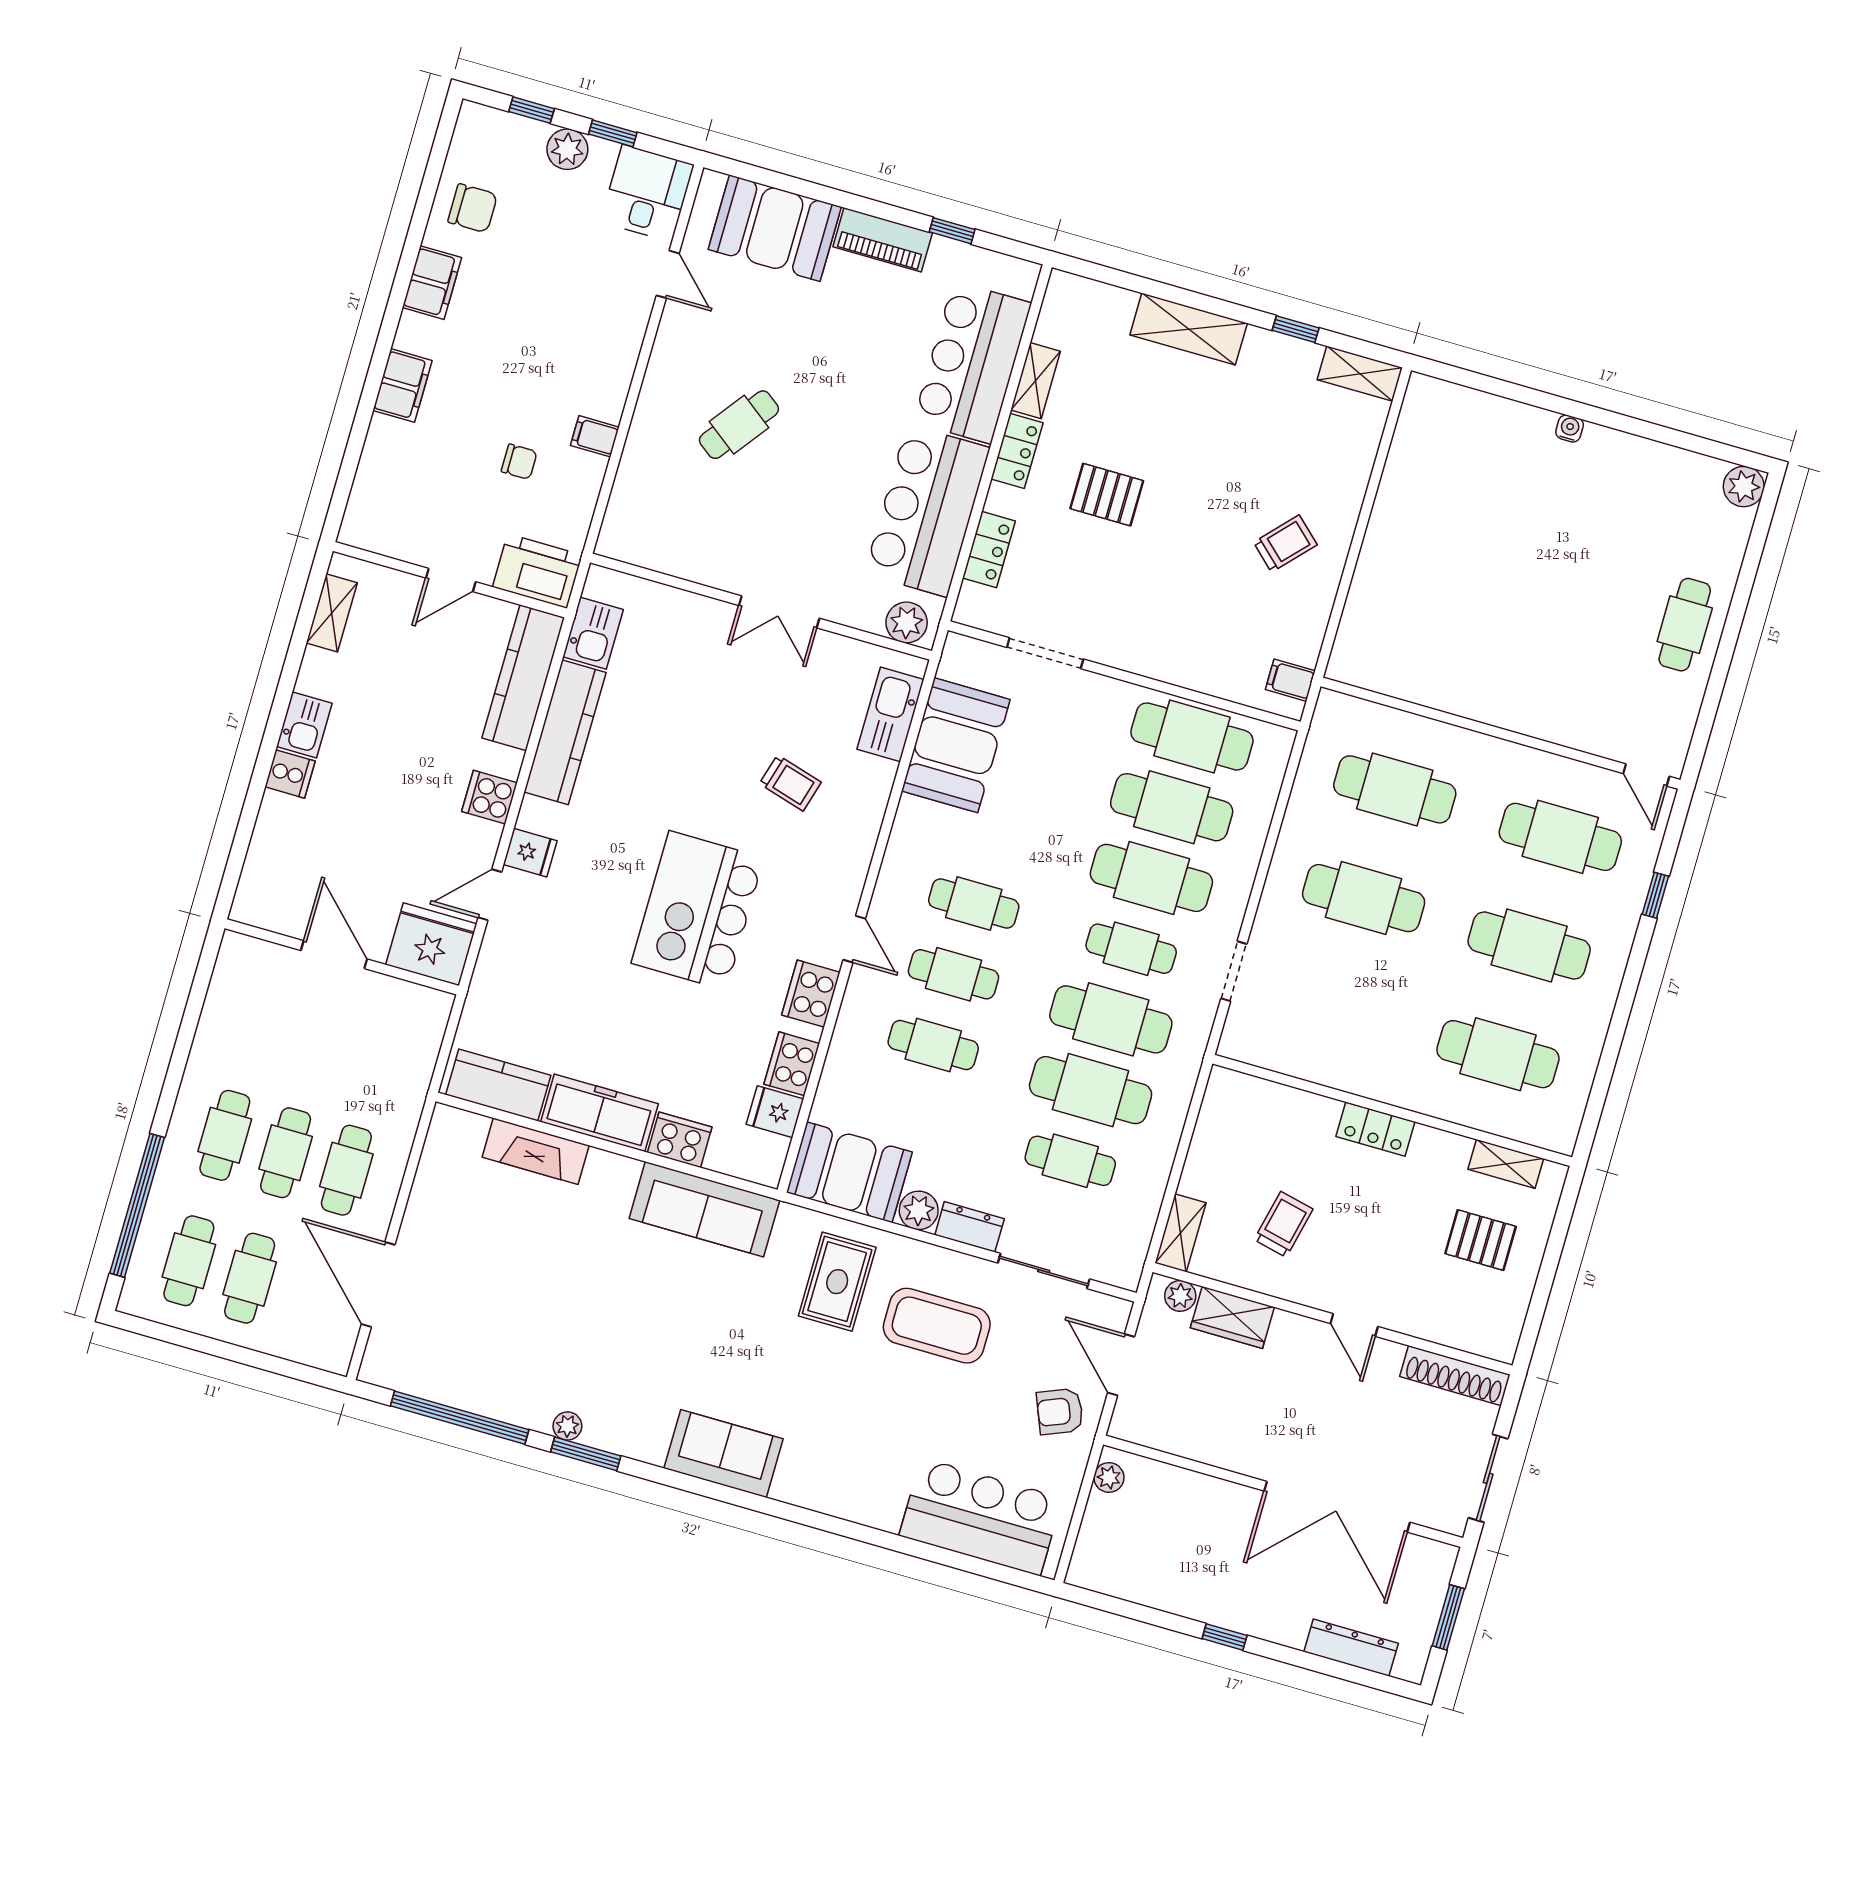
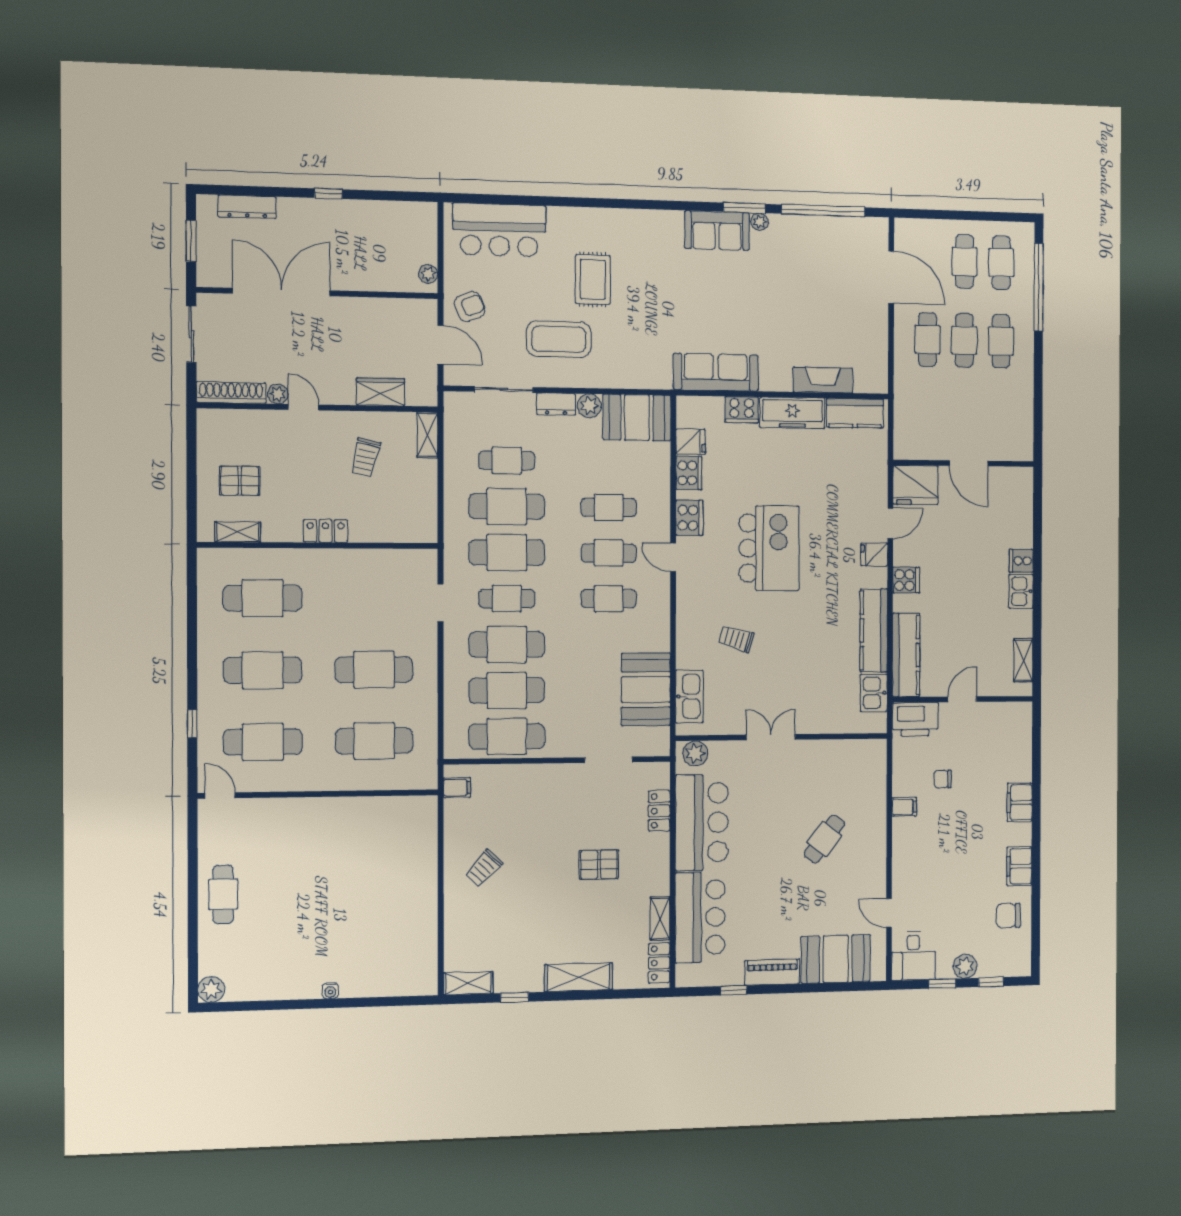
locker: (1017, 451) -> (659, 963), moved
rug: (837, 1282) -> (593, 279), moved
plant: (1180, 1296) -> (278, 394), moved
sofa: (724, 1454) -> (717, 231), moved

